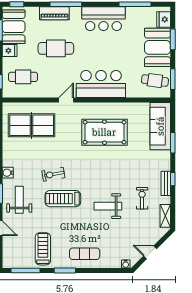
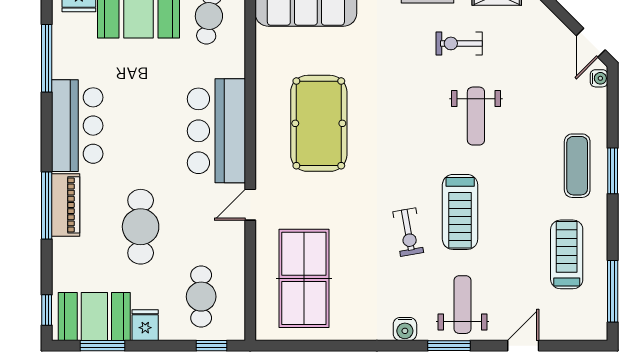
piano: (54, 13) -> (66, 205), moved
door: (66, 100) -> (250, 205), hinge flipped
weight bench: (19, 200) -> (463, 305), turned 90
treadmill: (43, 249) -> (567, 254), turned 90
door: (150, 252) -> (591, 43), moved
window: (65, 270) -> (613, 171), moved

